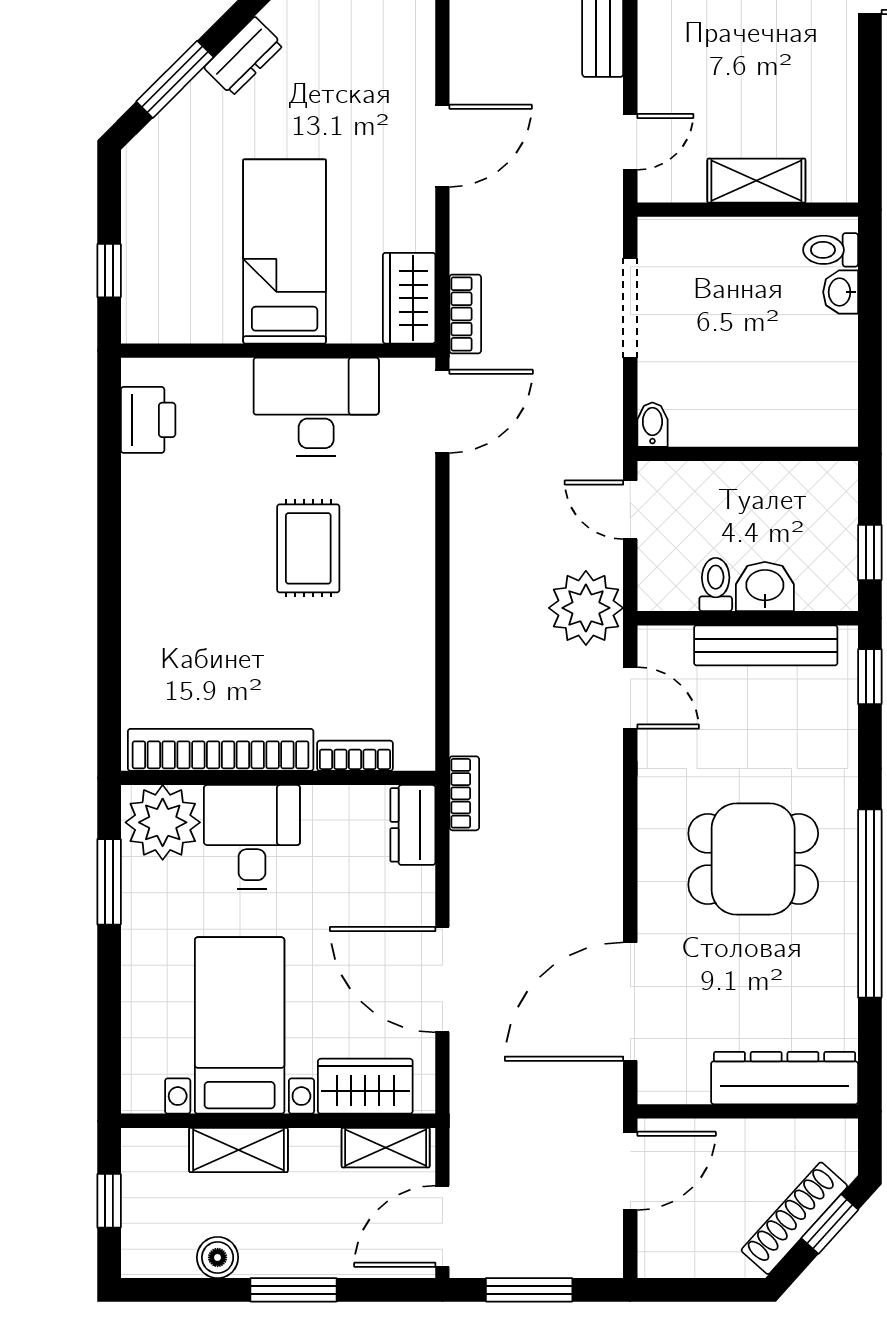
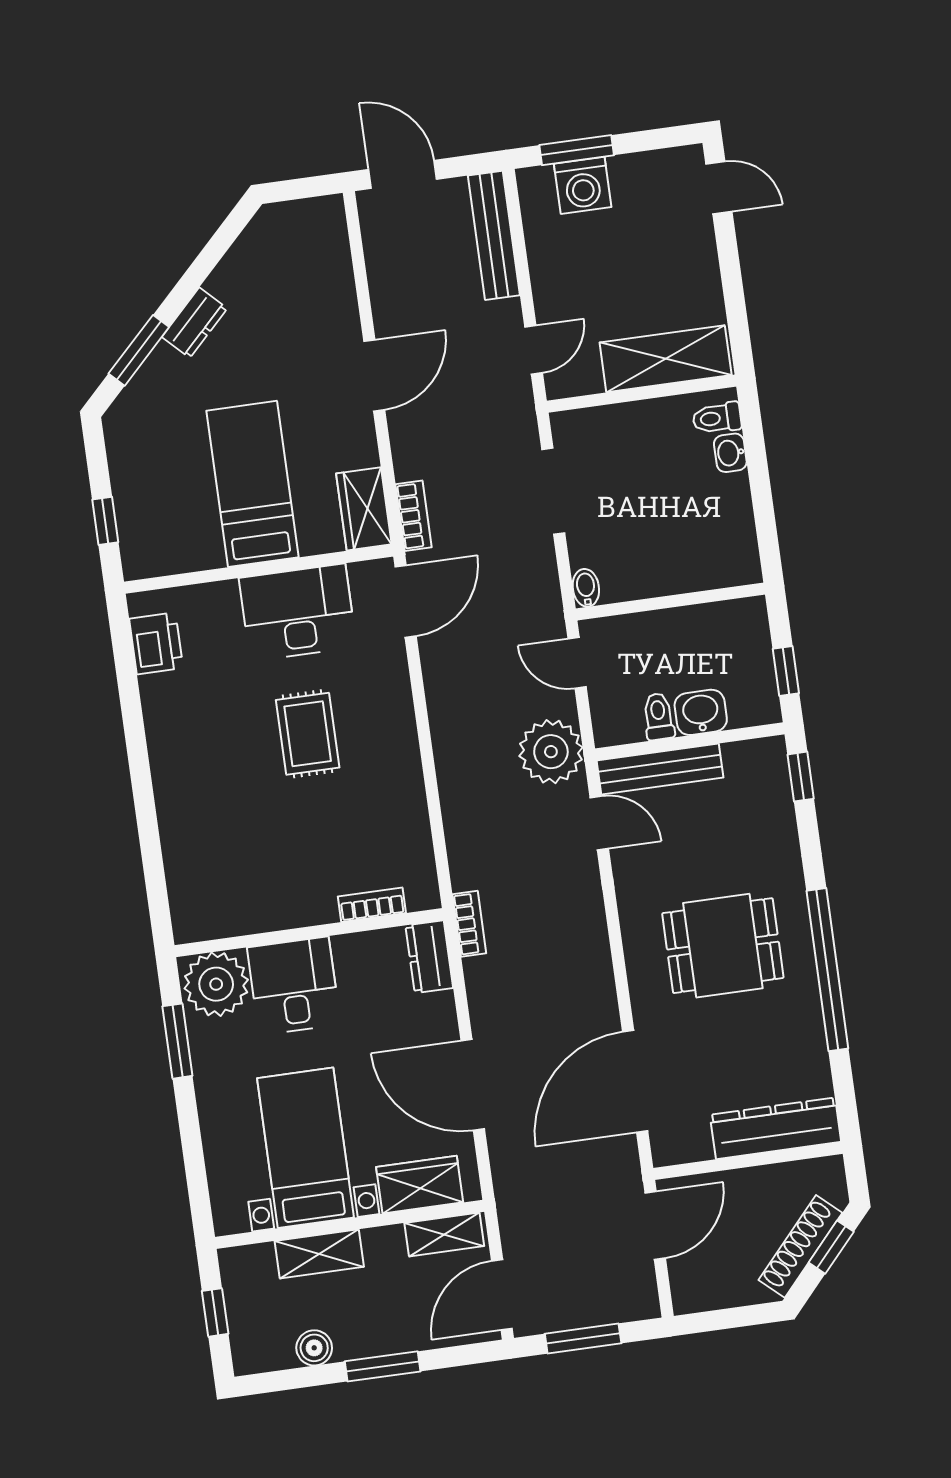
shelving: (756, 181) -> (666, 359), width x1.50, depth x1.33
bench: (766, 645) -> (660, 769), moved
bookcase: (221, 750) -> (257, 916), removed

